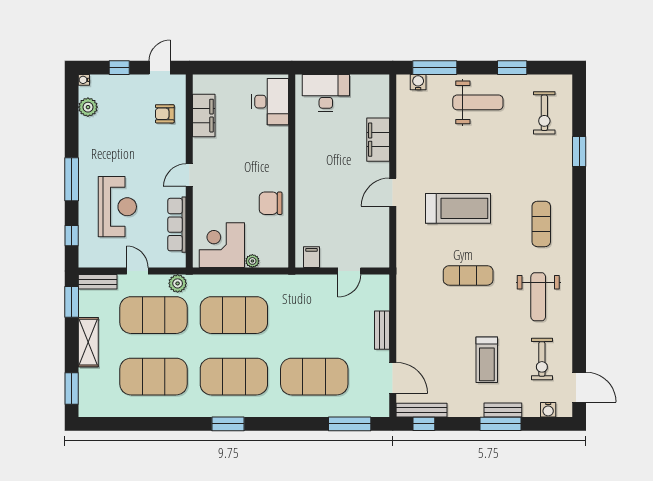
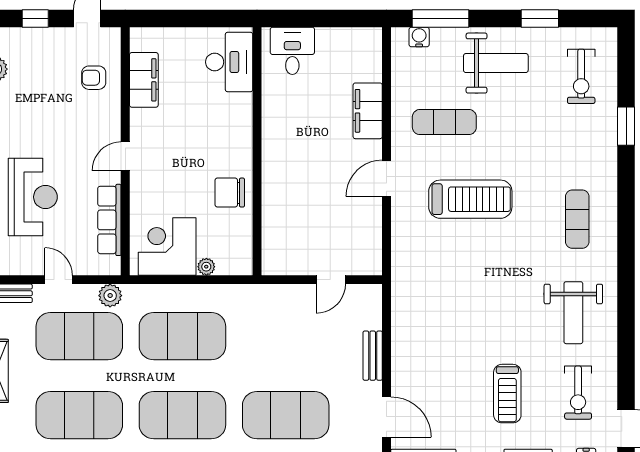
desk: (326, 93) -> (292, 51), width x0.73
filing cabinet: (312, 257) -> (282, 262), removed
exercise mat: (468, 275) -> (444, 122), moved

